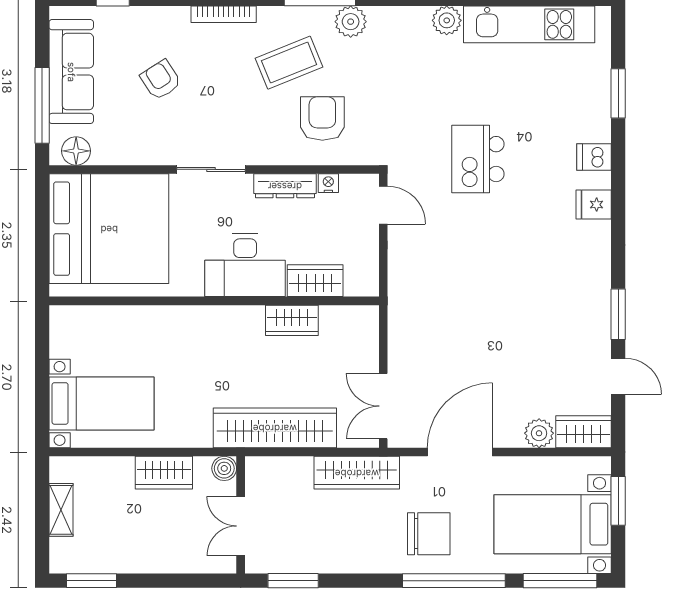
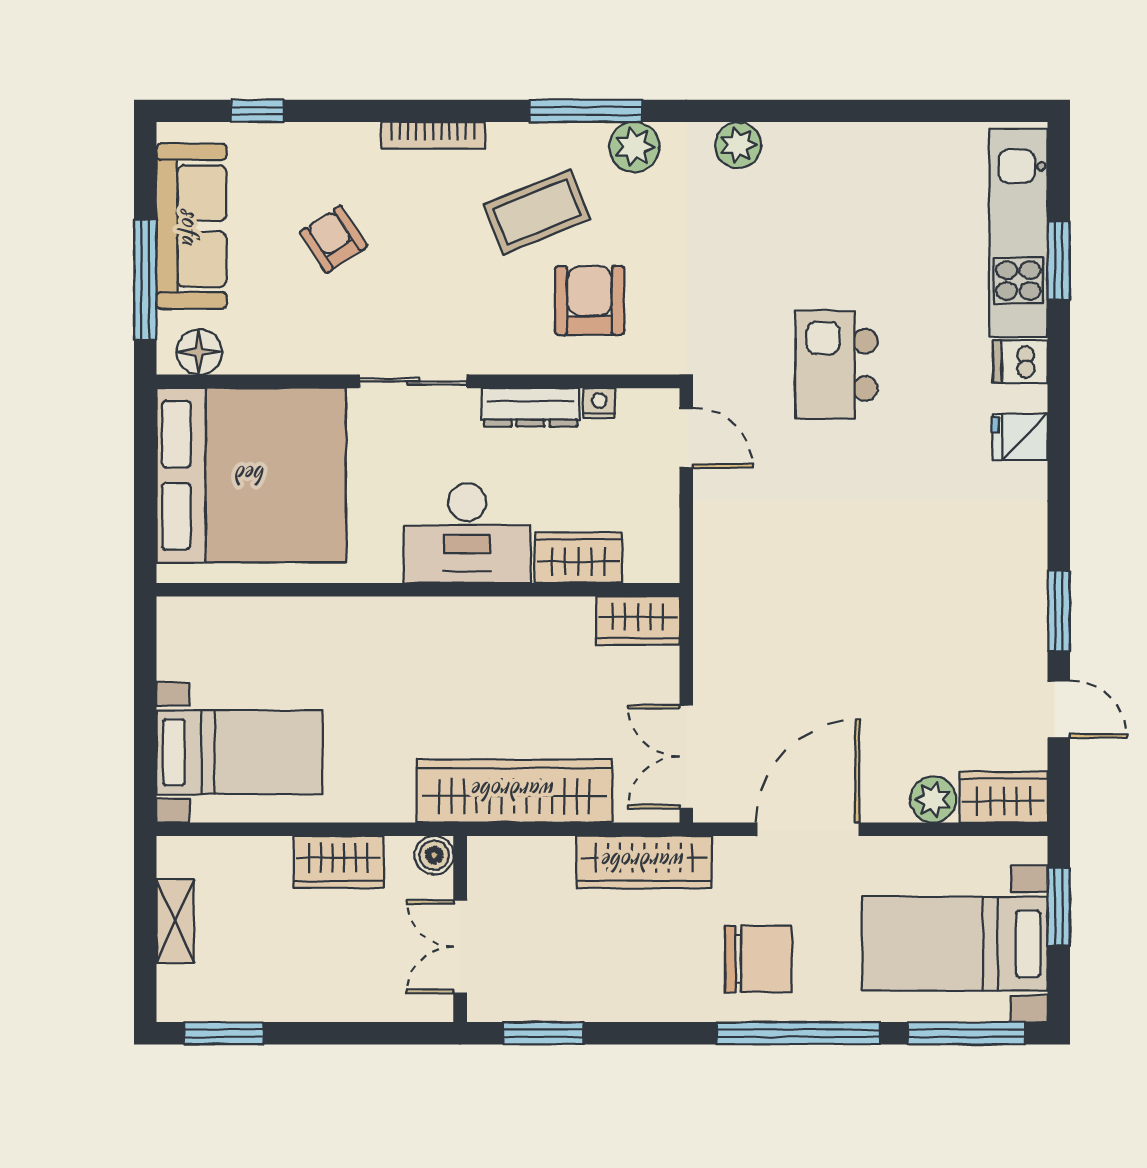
plant: (447, 20) -> (738, 145), moved
kitchen unit: (529, 24) -> (1018, 233), moved, turned 90
wardrobe: (292, 320) -> (638, 621), moved

